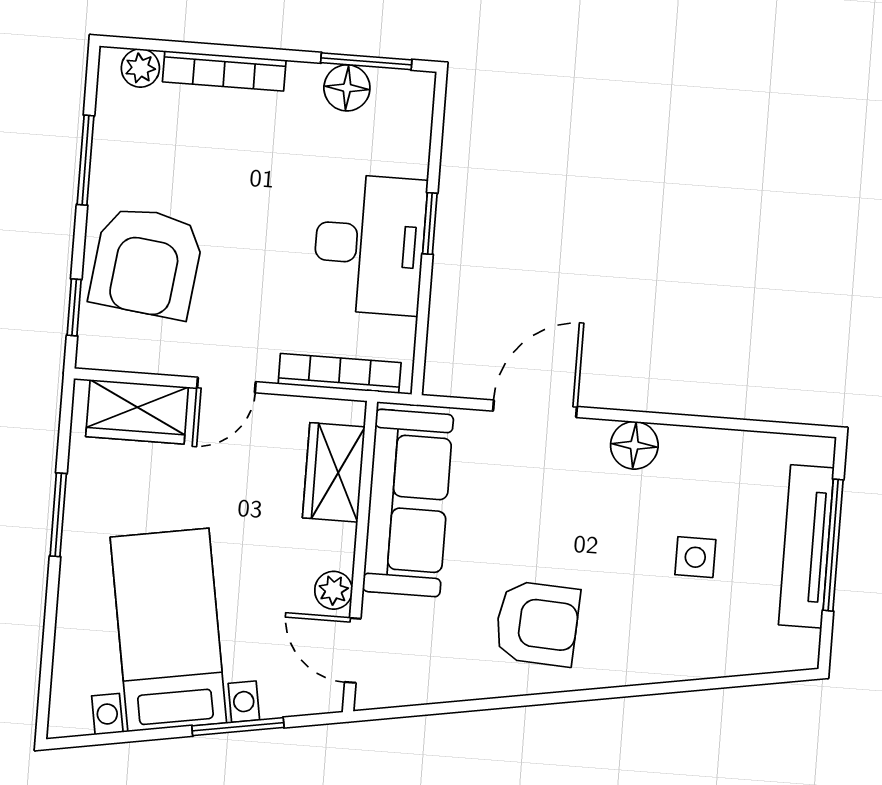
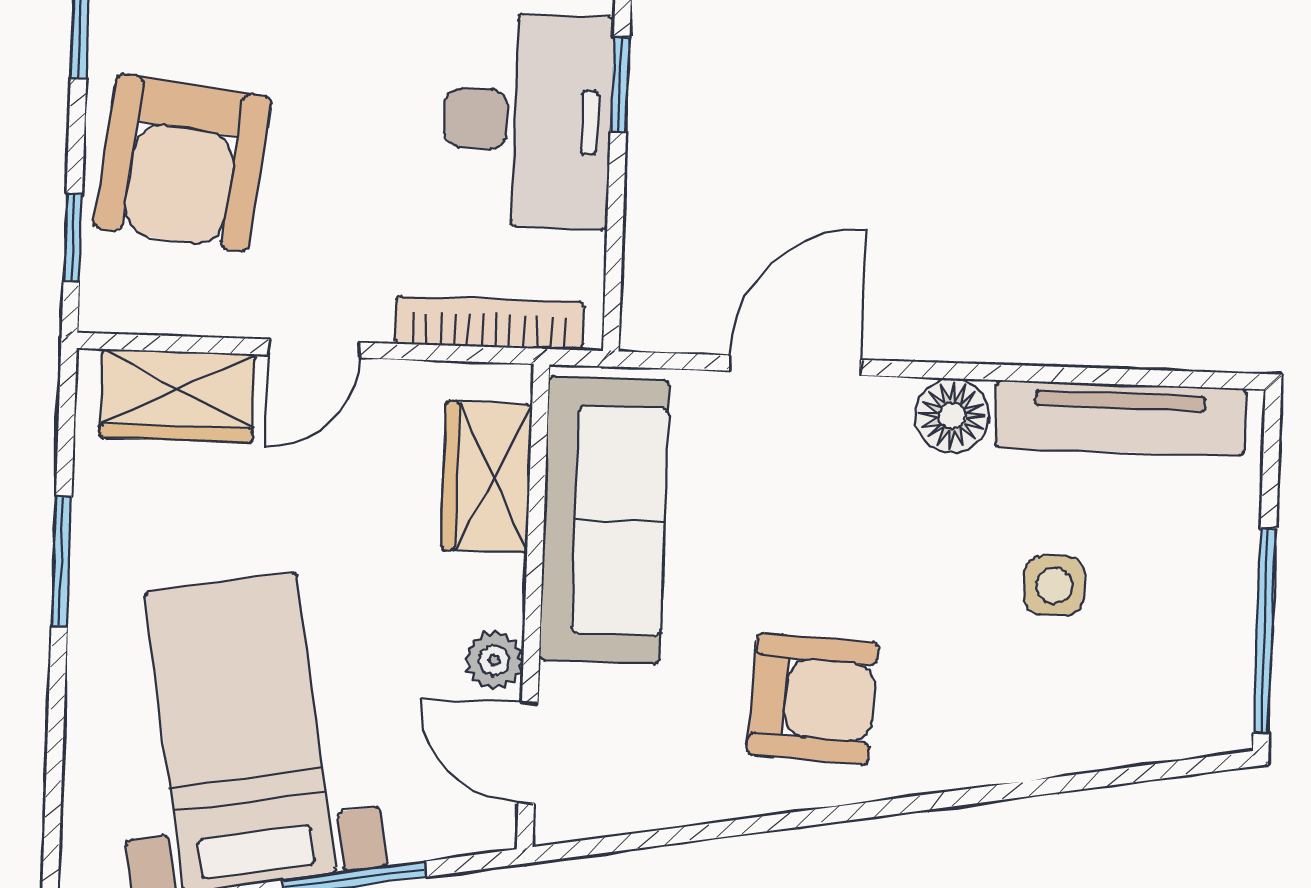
window: (833, 545) -> (1265, 630), moved
tv unit: (806, 546) -> (1120, 418), moved, turned -90

